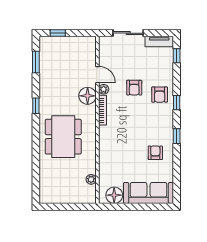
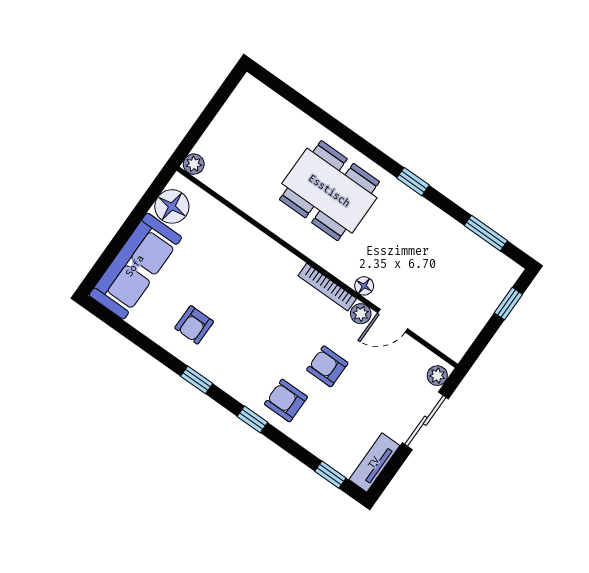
plant: (107, 41) -> (437, 376), added
floor lamp: (88, 96) -> (364, 286), width x0.53, depth x0.53
armchair: (155, 153) -> (194, 325), turned 90
plant: (91, 179) -> (194, 164), moved

